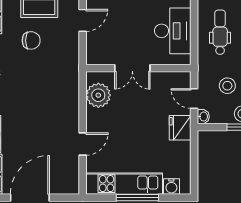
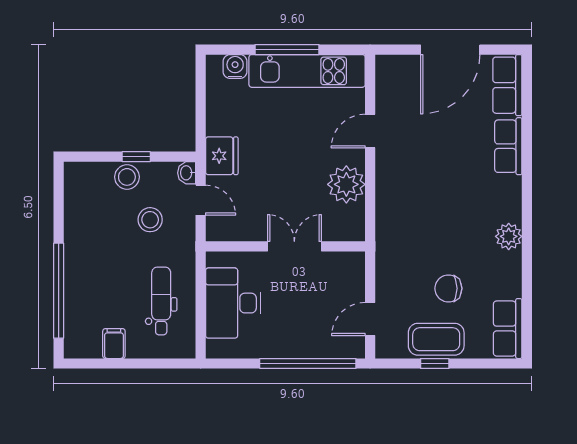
dental chair: (220, 32) -> (161, 301), turned 180
plant: (98, 95) -> (346, 184), moved

